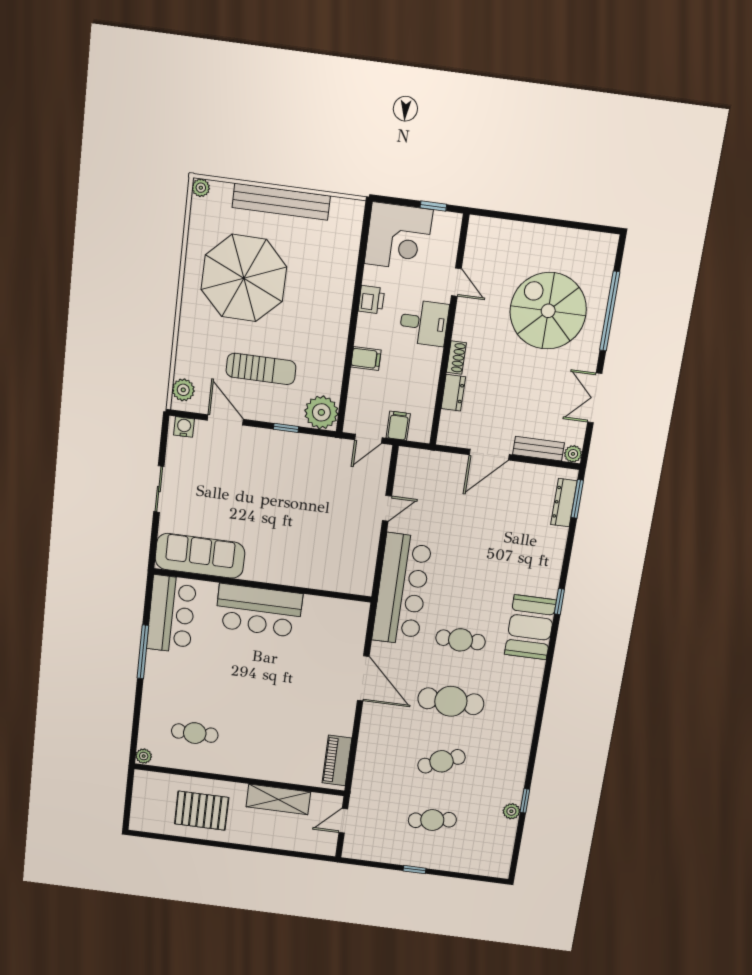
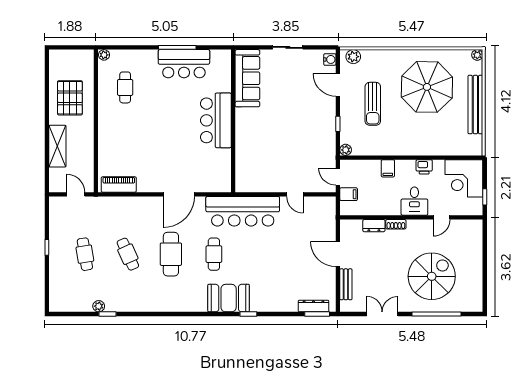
plant: (321, 412) -> (346, 150), width x0.53, depth x0.53
door: (225, 420) -> (338, 85), swing flipped
plant: (573, 454) -> (345, 306), removed
bar counter: (171, 614) -> (184, 64), moved
shelving: (278, 799) -> (57, 146), moved

